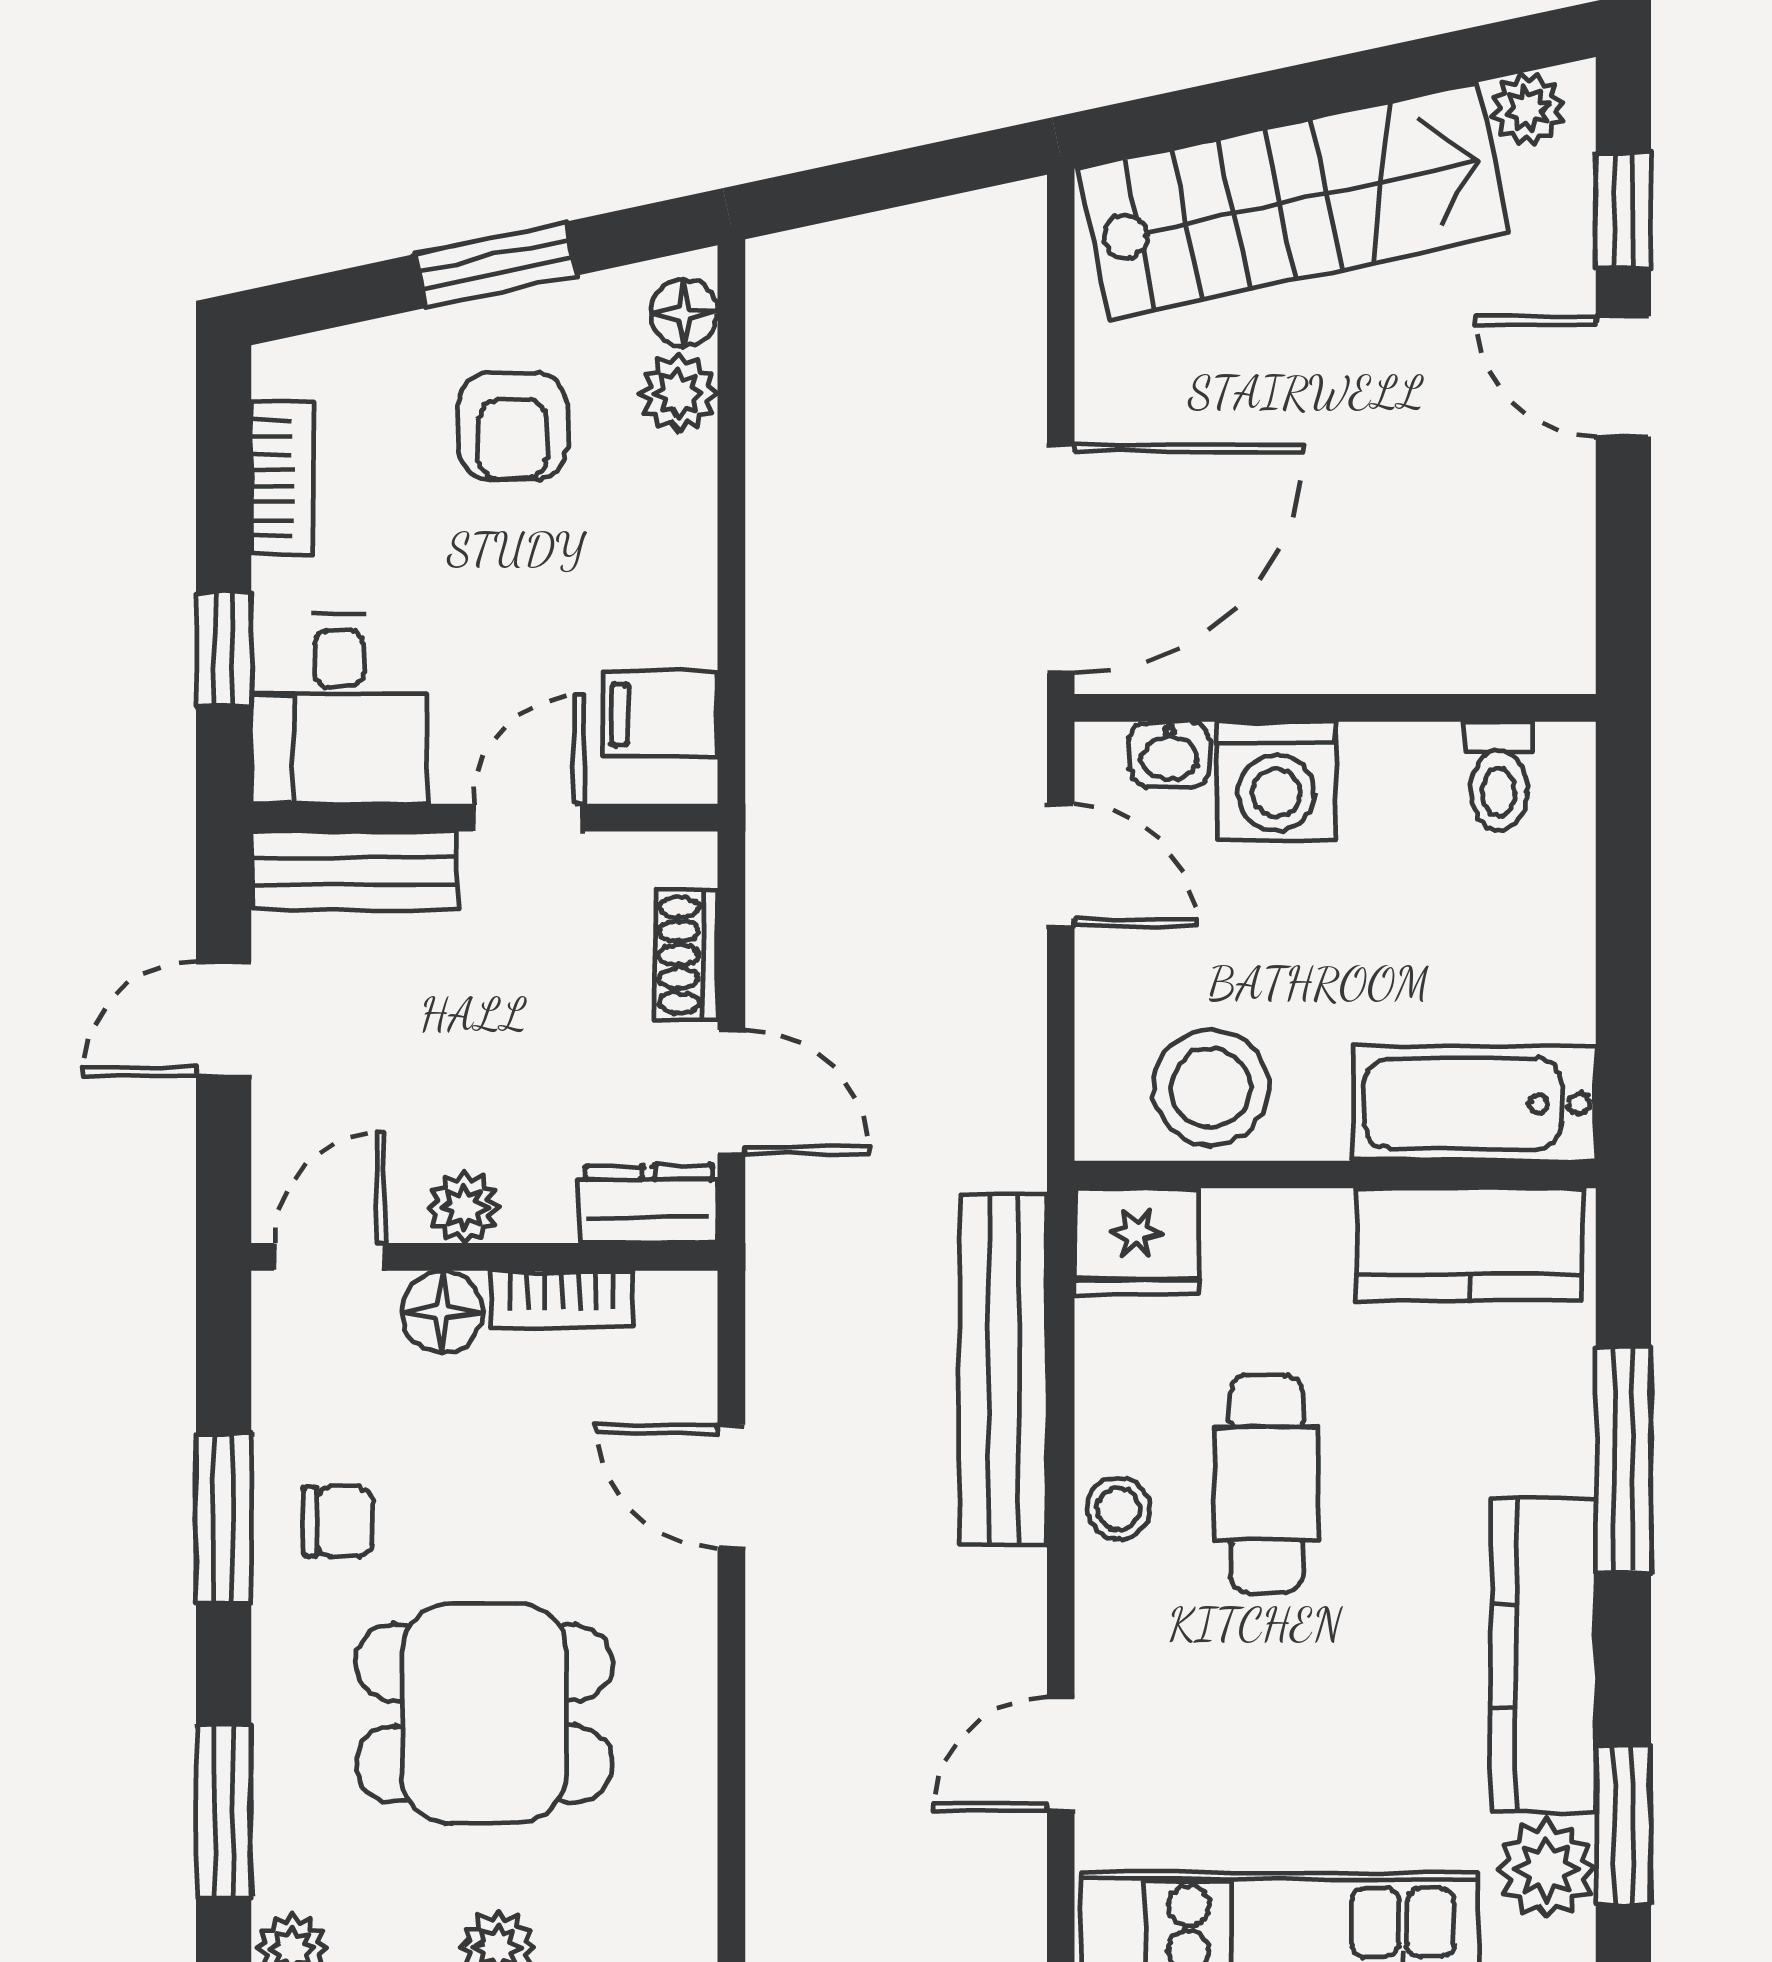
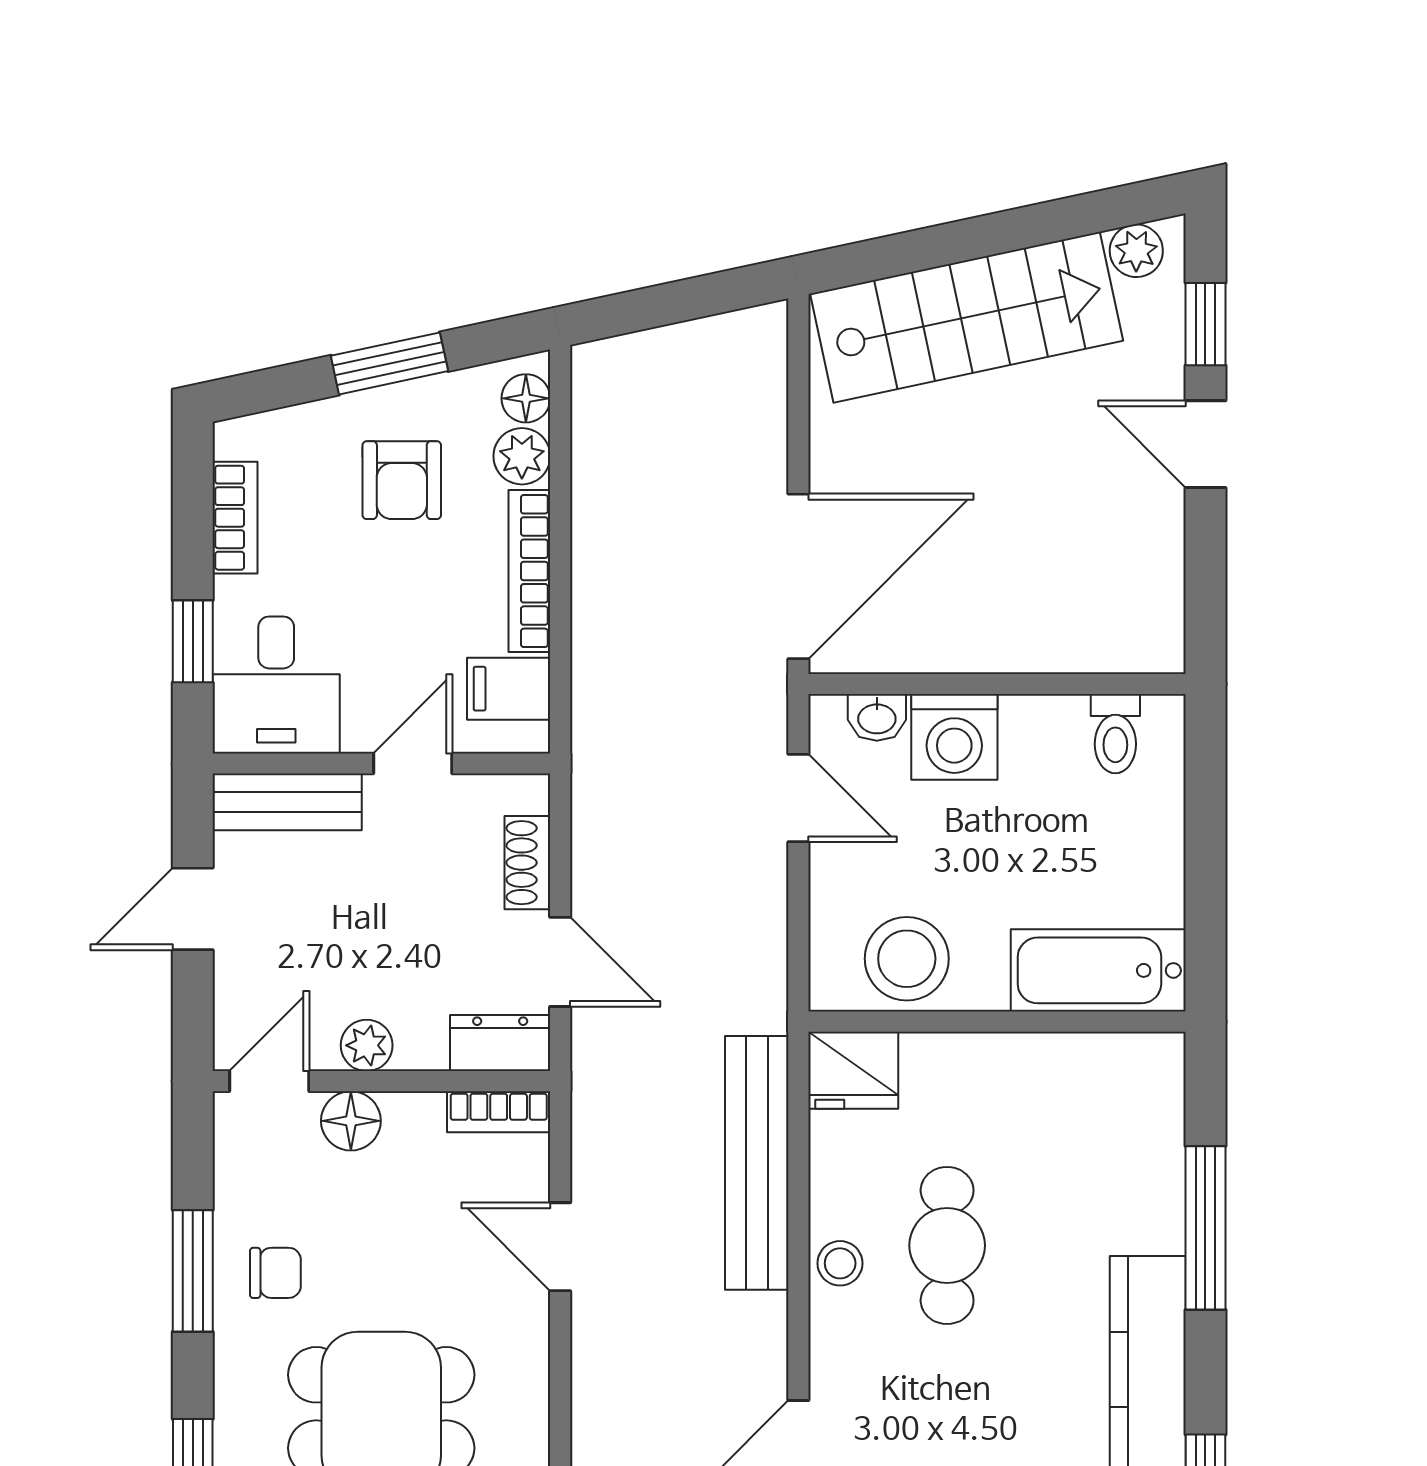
bookcase: (689, 552) -> (529, 571), added
kitchen counter: (1470, 1245) -> (1094, 1072), removed
bookcase: (562, 1299) -> (499, 1112), moved

